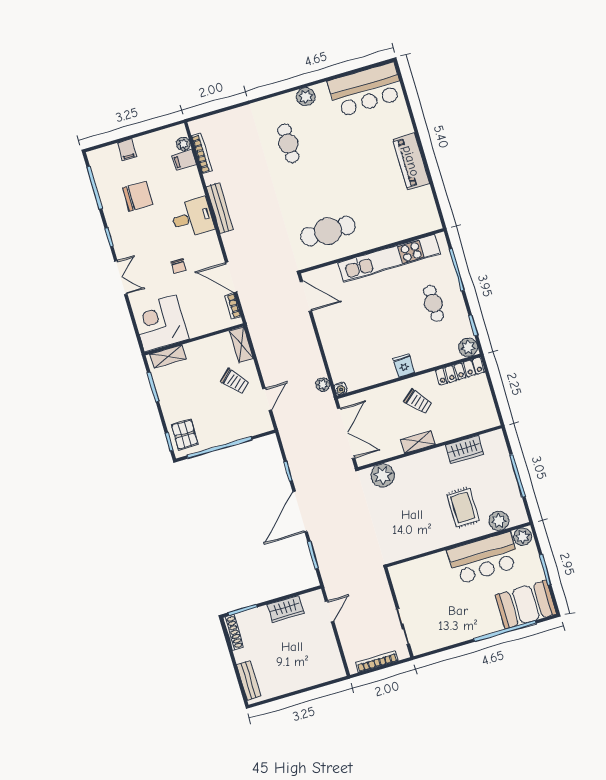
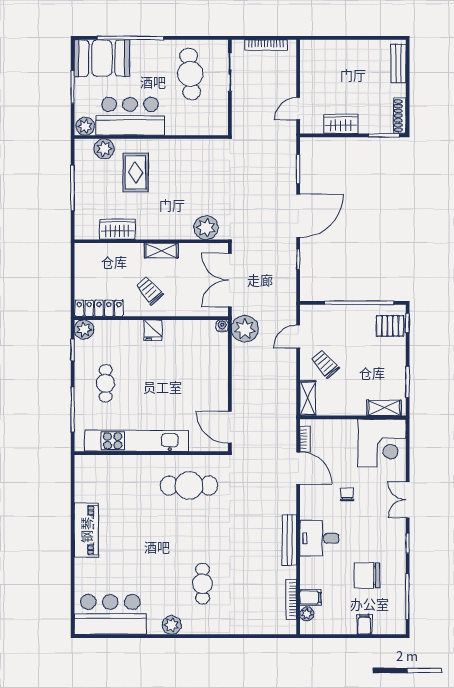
plant: (323, 385) -> (245, 329), width x1.87, depth x1.87
pallet: (185, 434) -> (390, 326), turned 90
cafe table: (439, 614) -> (190, 74), added

